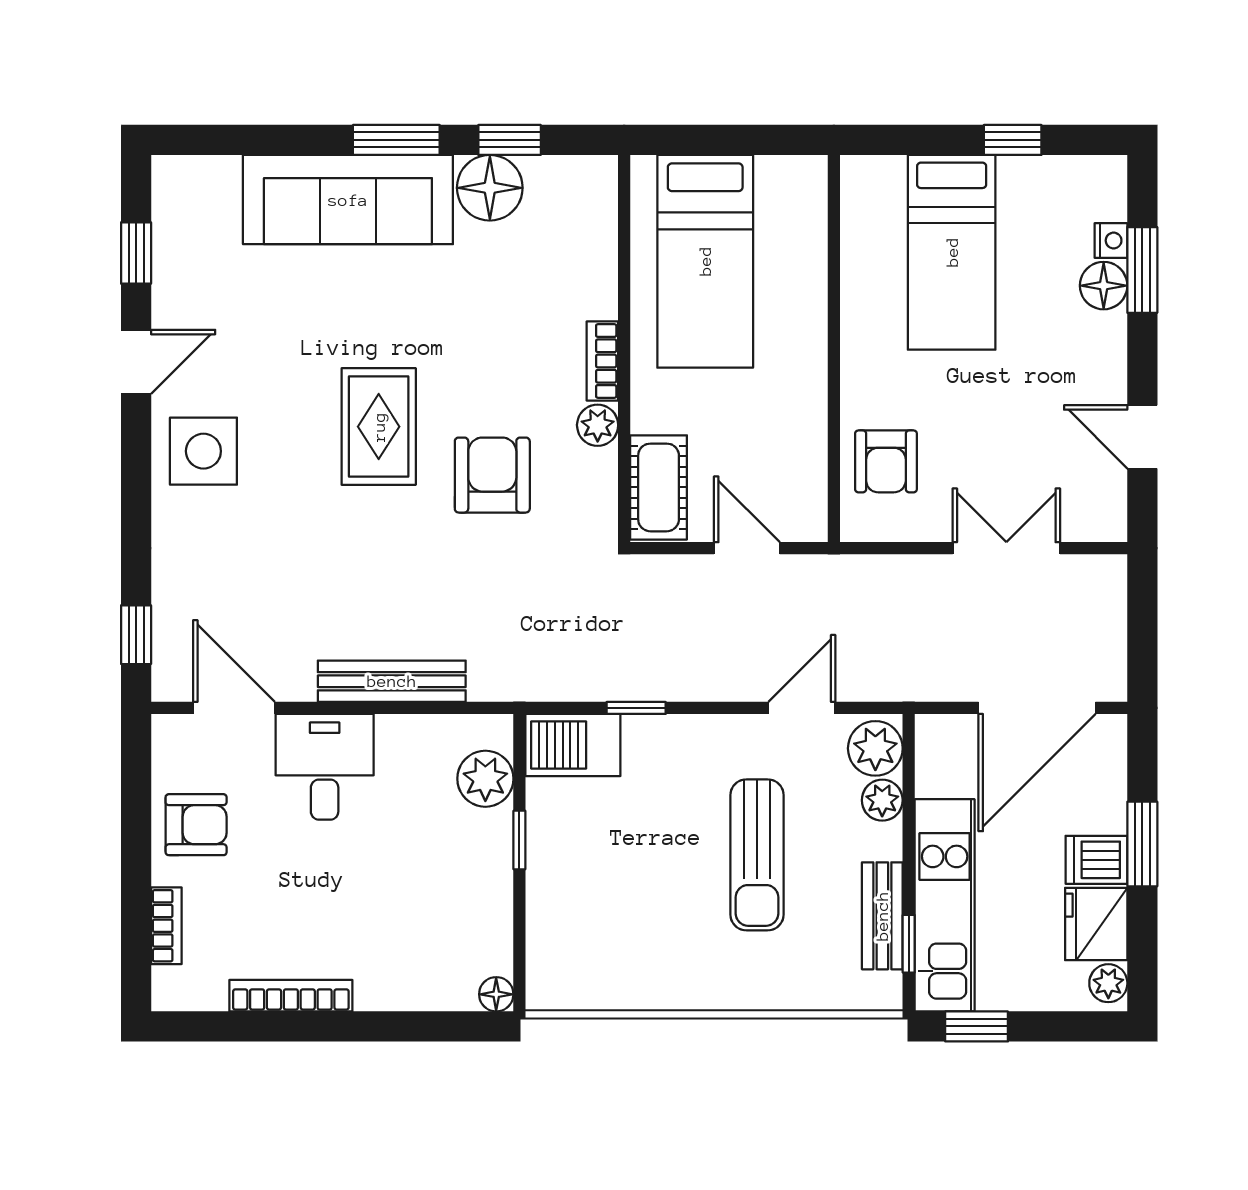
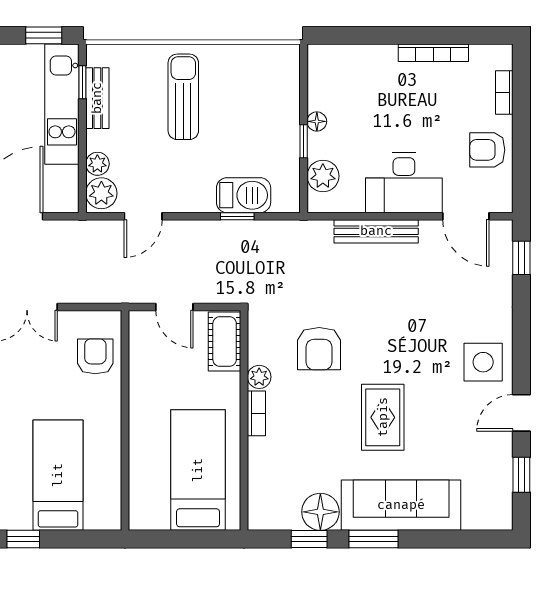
rug: (379, 427) -> (383, 417), moved
barbecue: (573, 745) -> (244, 195), moved
desk: (325, 767) -> (404, 183), width x1.37
sun lounger: (757, 855) -> (183, 97), moved
floor lamp: (496, 994) -> (317, 121), moved

